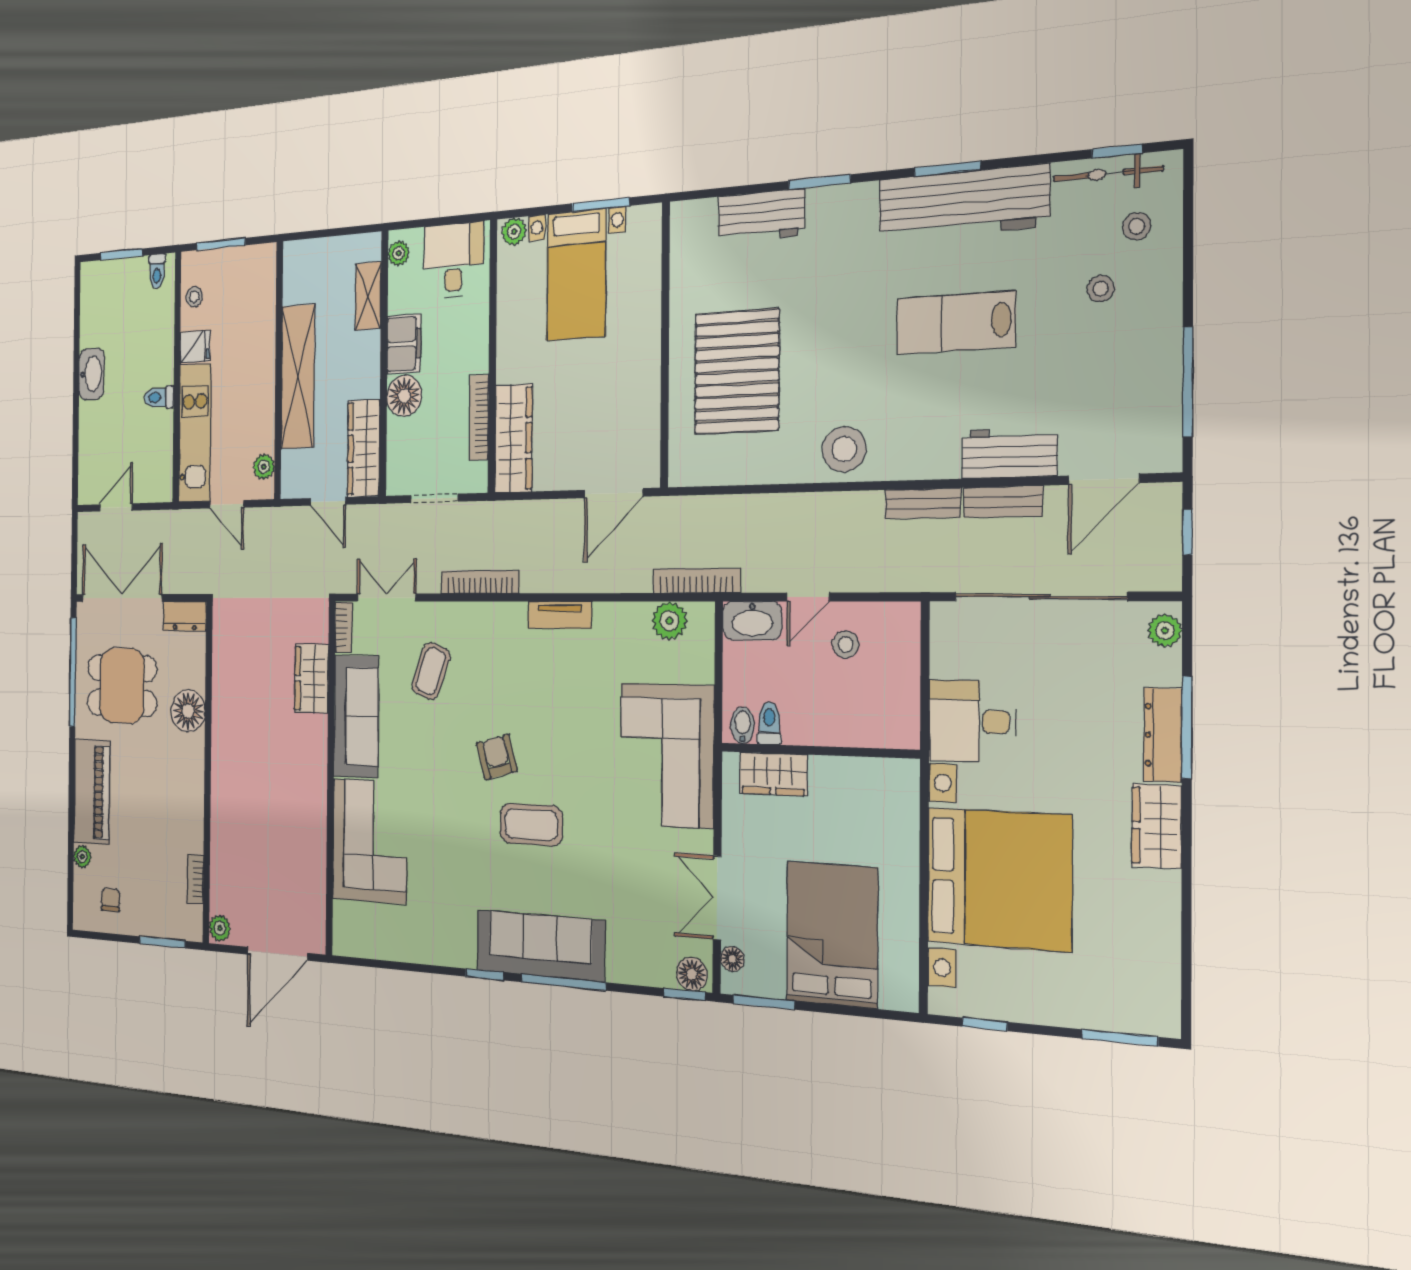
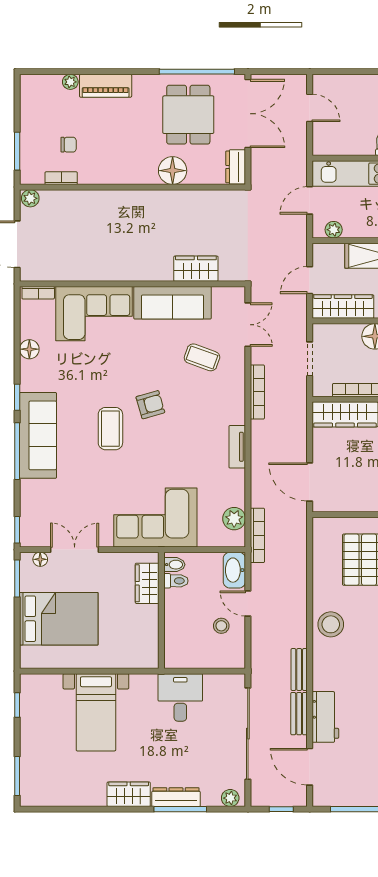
bookcase: (344, 627) -> (38, 293), moved
piano: (92, 792) -> (106, 86), width x0.73, depth x0.75
bed with nightstands: (999, 879) -> (96, 712), width x0.54
chair: (111, 900) -> (69, 145), moved
floor lamp: (692, 974) -> (29, 349), moved

